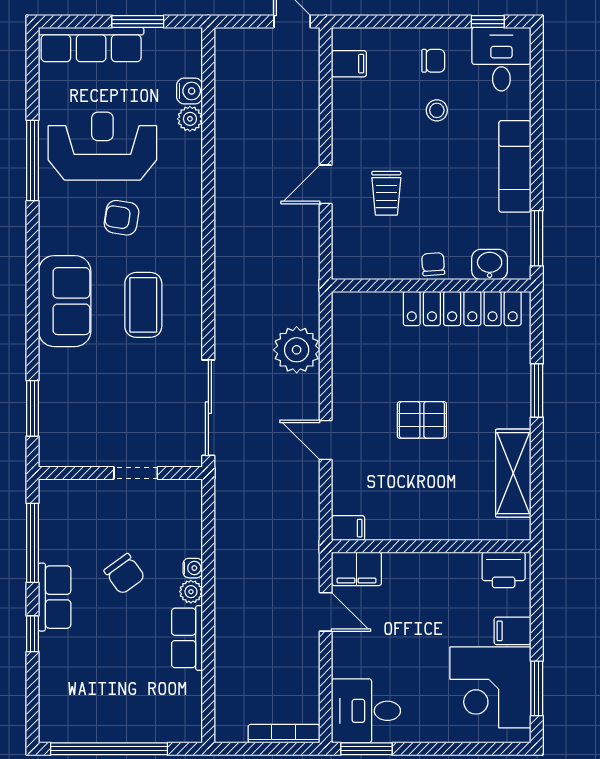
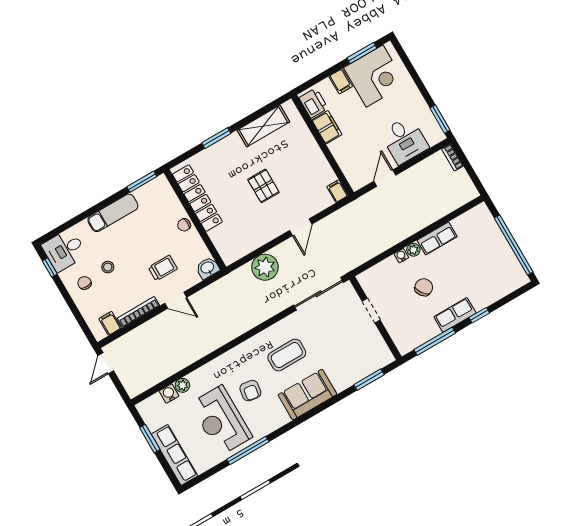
bookcase: (341, 117) -> (138, 312), added
washbasin: (490, 264) -> (208, 268), moved, turned 90
filing cabinet: (356, 569) -> (327, 127), moved
desk: (366, 711) -> (404, 140), moved
bookcase: (284, 734) -> (453, 157), width x0.64

